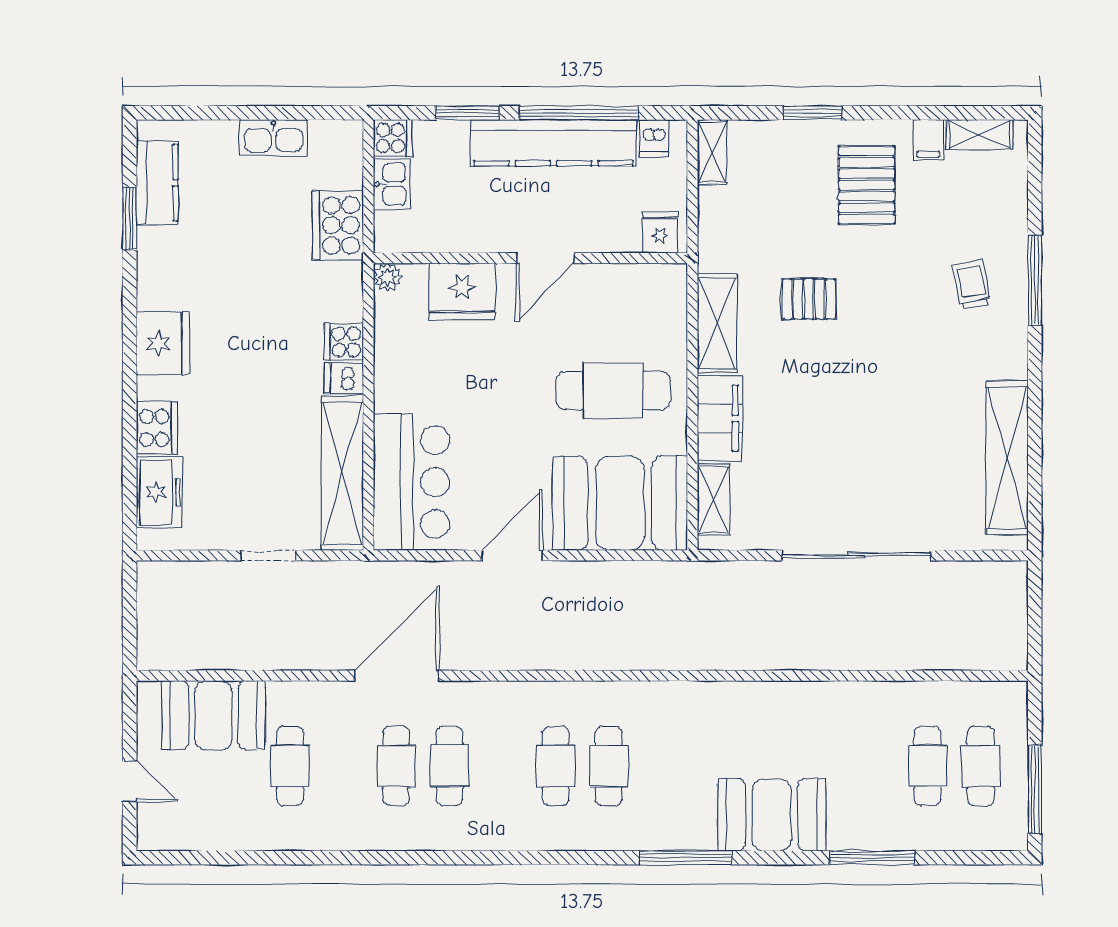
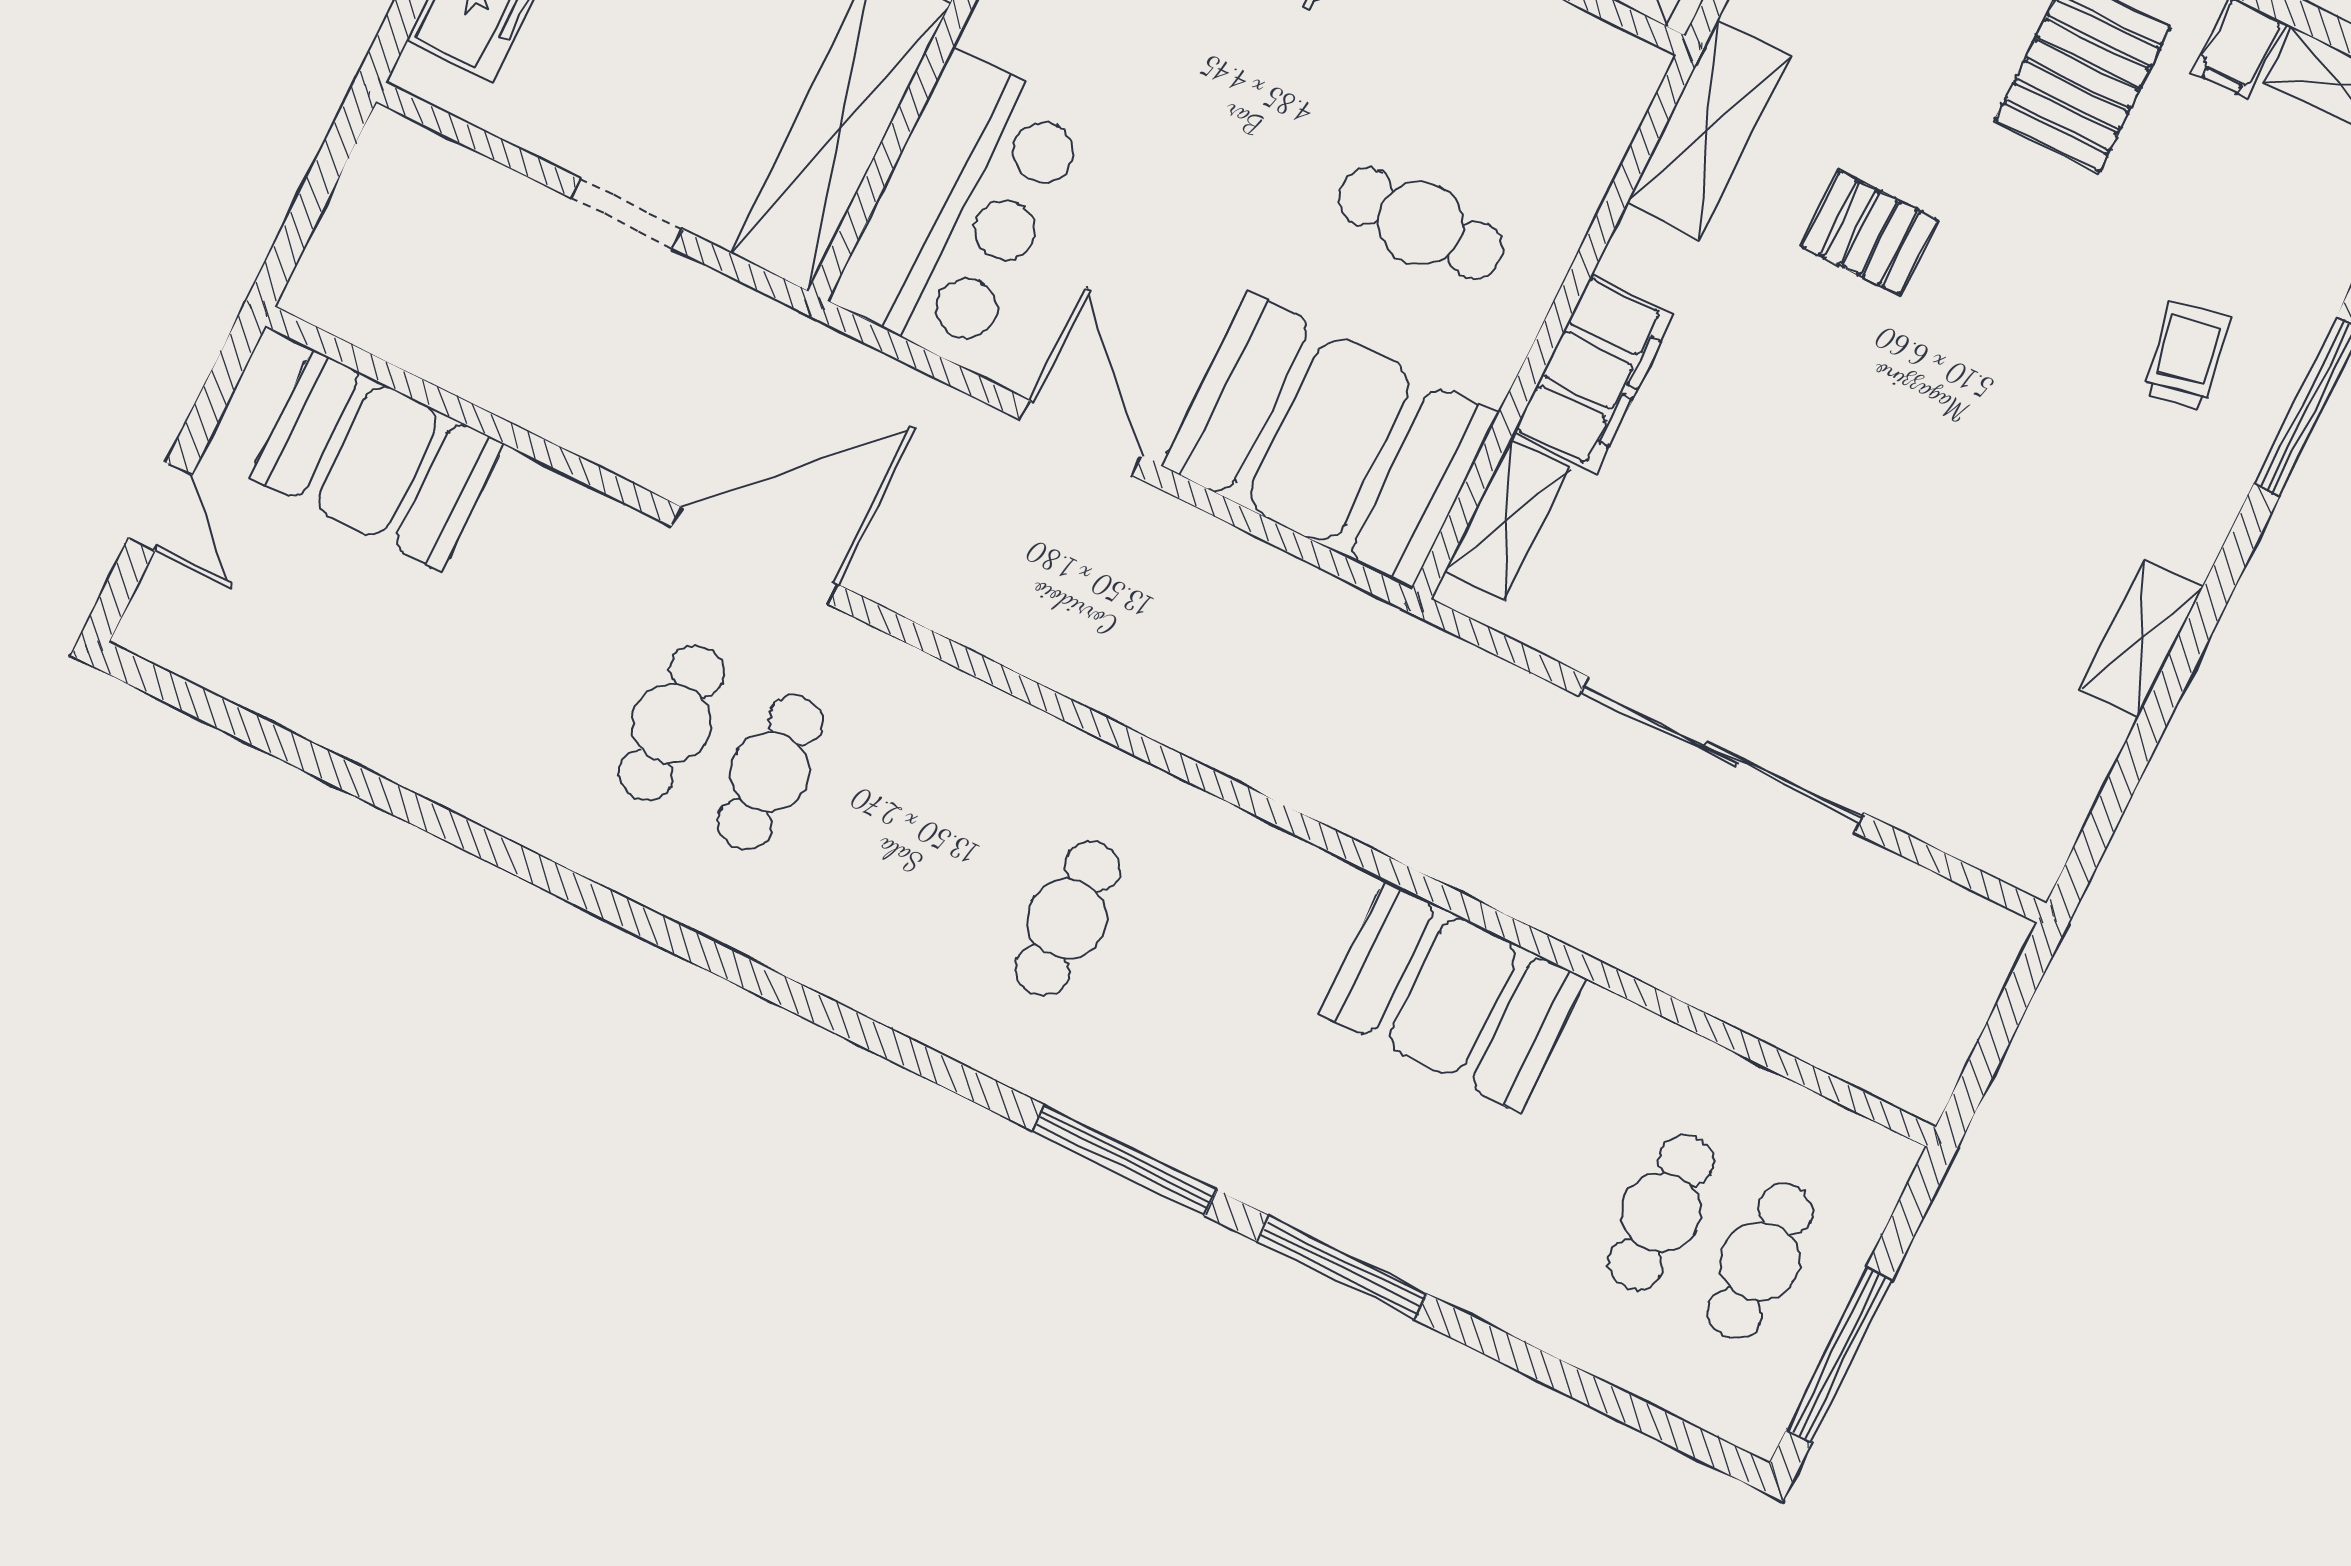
shelving: (717, 323) -> (1708, 130), moved
cafe table: (613, 391) -> (1421, 224), width x0.73, depth x0.74
shelving: (1007, 458) -> (2141, 638), width x0.45, depth x0.75
door: (512, 555) -> (1081, 438), hinge flipped
cafe table: (290, 766) -> (473, 625), removed
cafe table: (556, 766) -> (968, 870), removed
booth: (772, 815) -> (1453, 996), moved
window: (872, 858) -> (1342, 1268), moved

